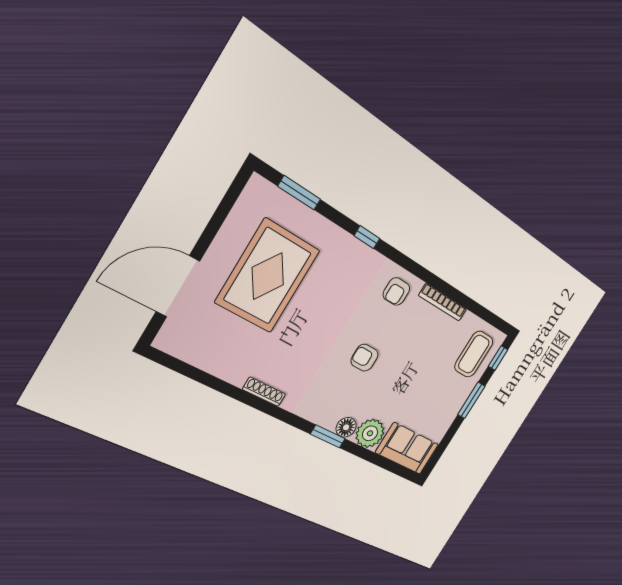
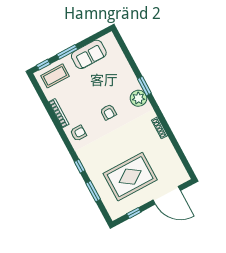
window: (299, 193) -> (93, 191), moved
window: (222, 213) -> (134, 213), added
floor lamp: (346, 427) -> (134, 84), removed
plant: (370, 433) -> (139, 98), moved
sofa: (407, 448) -> (89, 54), moved, turned -90

